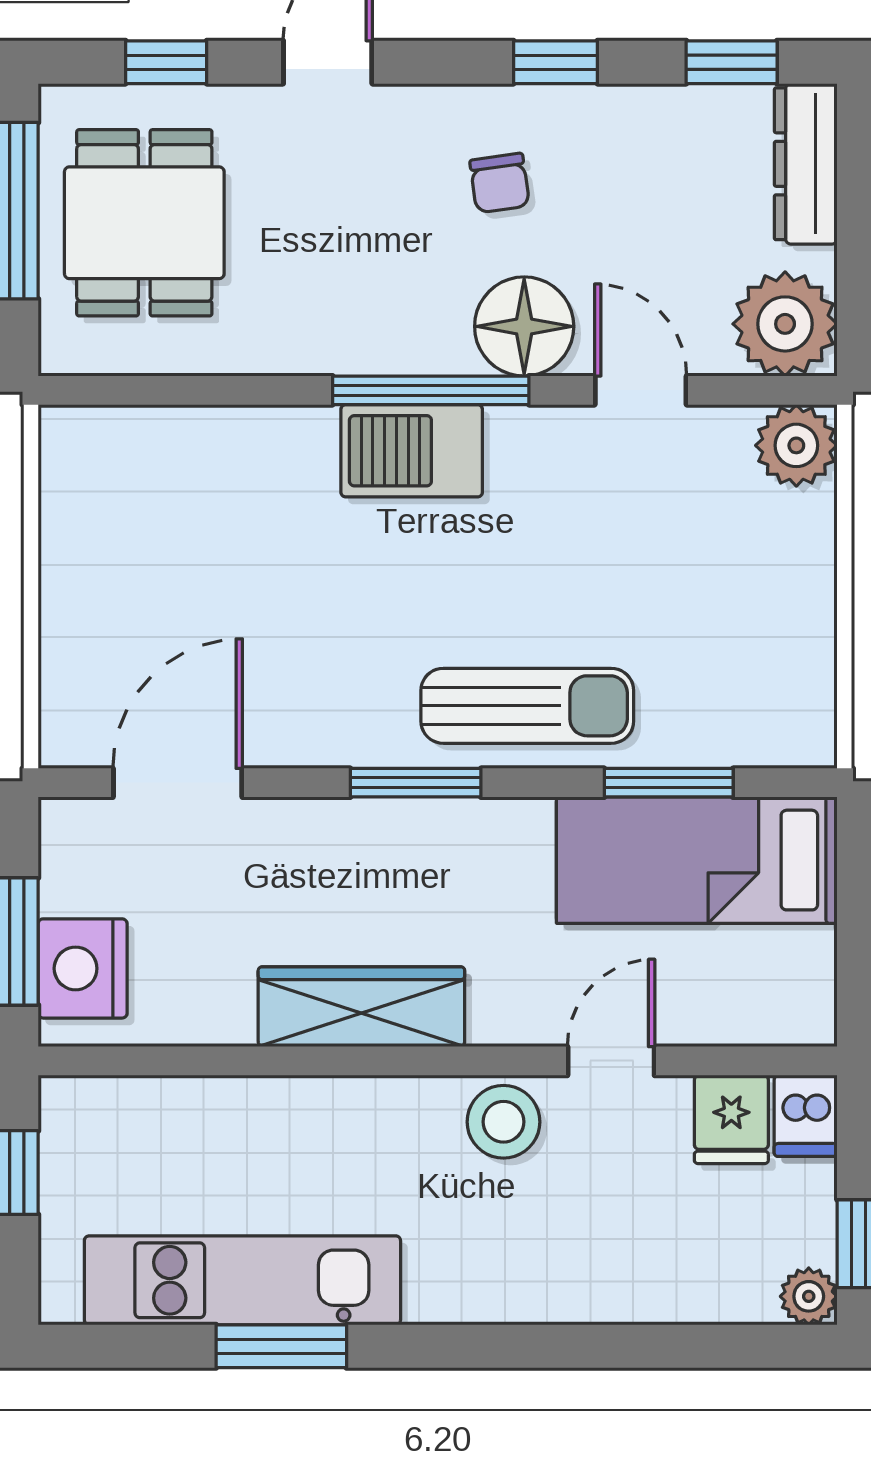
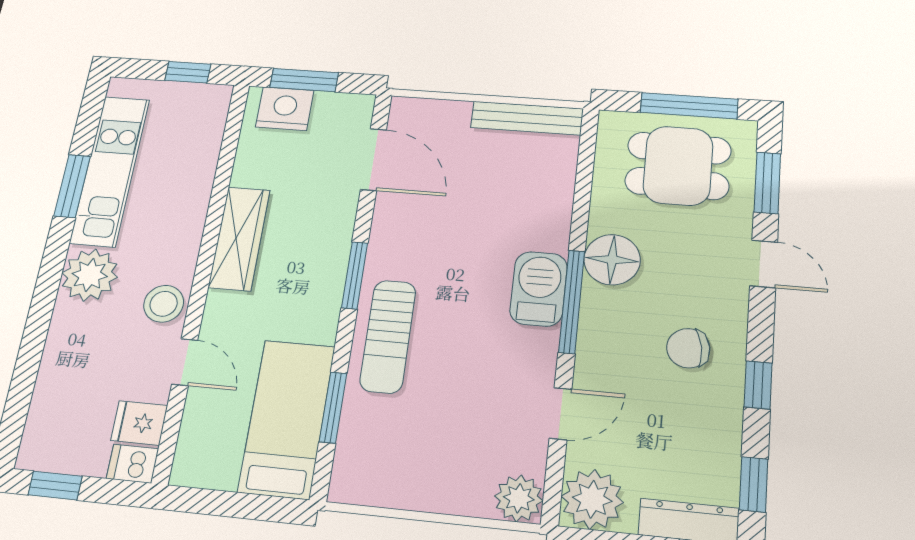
window: (166, 62) -> (767, 183), width x1.50
chair: (500, 183) -> (688, 348), width x1.37, depth x1.37
floor lamp: (524, 326) -> (612, 260), moved
bench: (67, 507) -> (527, 118), added
plant: (809, 1296) -> (90, 275), moved, width x1.87, depth x1.87

